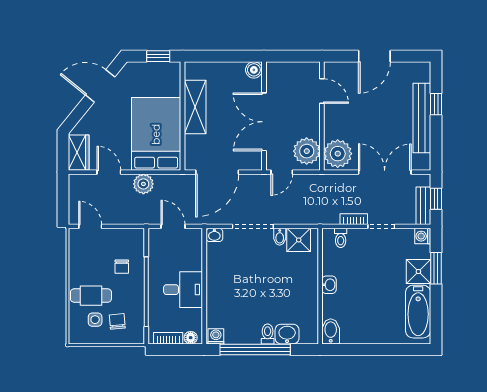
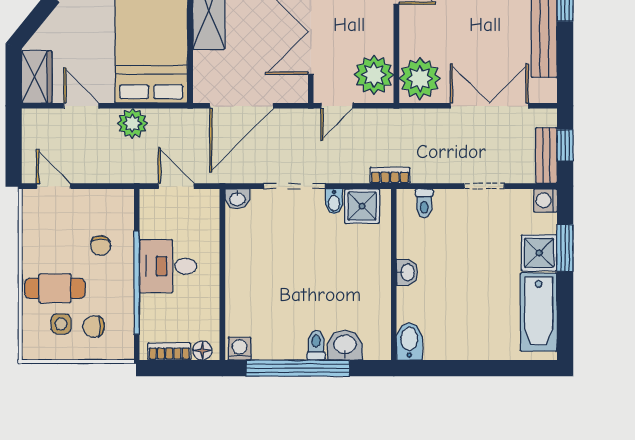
bookcase: (354, 219) -> (390, 175), moved
desk: (183, 290) -> (168, 266), moved, turned 180
chair: (117, 321) -> (94, 327), turned -85

